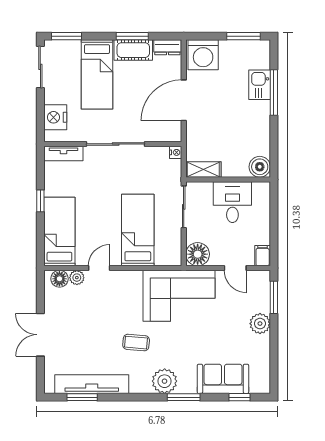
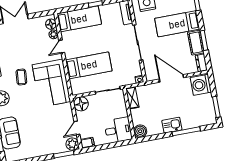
kitchen sink: (260, 85) -> (172, 125), moved
desk: (232, 202) -> (118, 130), moved
door: (99, 268) -> (62, 47), swing flipped
corner sofa: (179, 296) -> (51, 83), moved
plant: (260, 324) -> (72, 144), moved

